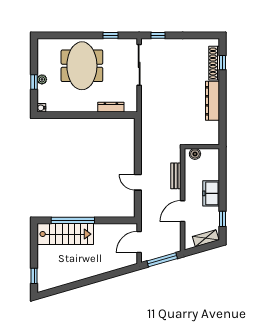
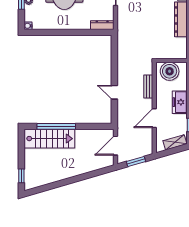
dresser: (111, 107) -> (102, 25), moved
boiler: (195, 154) -> (170, 71), width x1.86, depth x1.86
window: (162, 260) -> (136, 162), width x0.69

